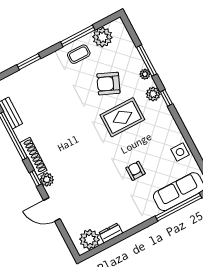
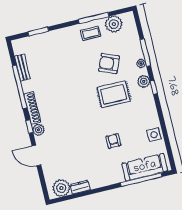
window: (29, 62) -> (38, 31), moved

